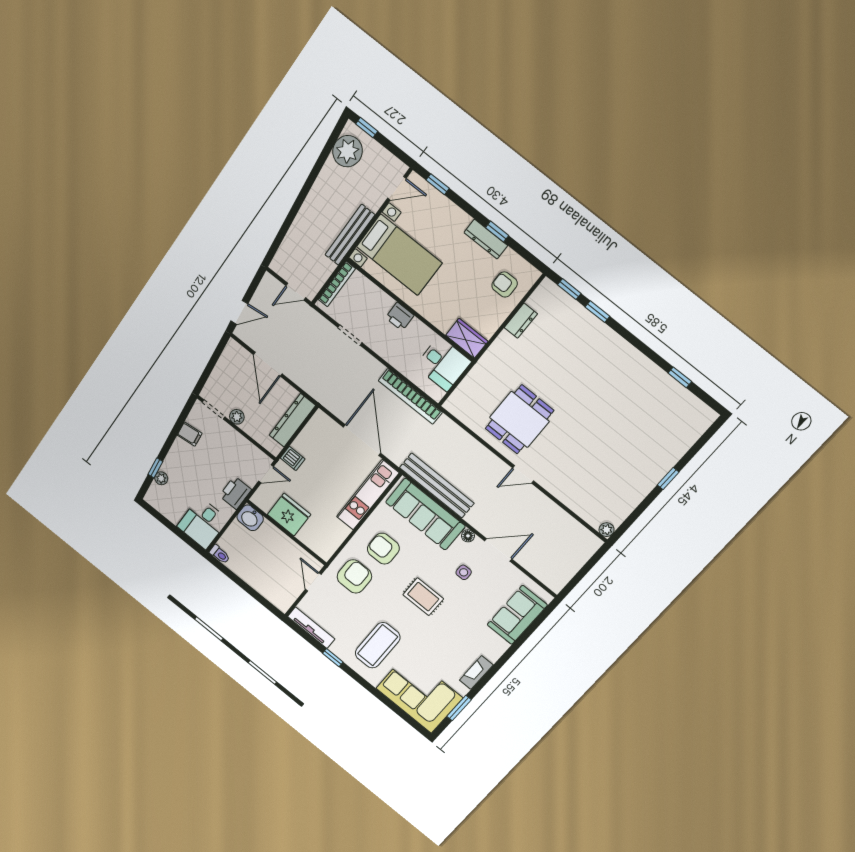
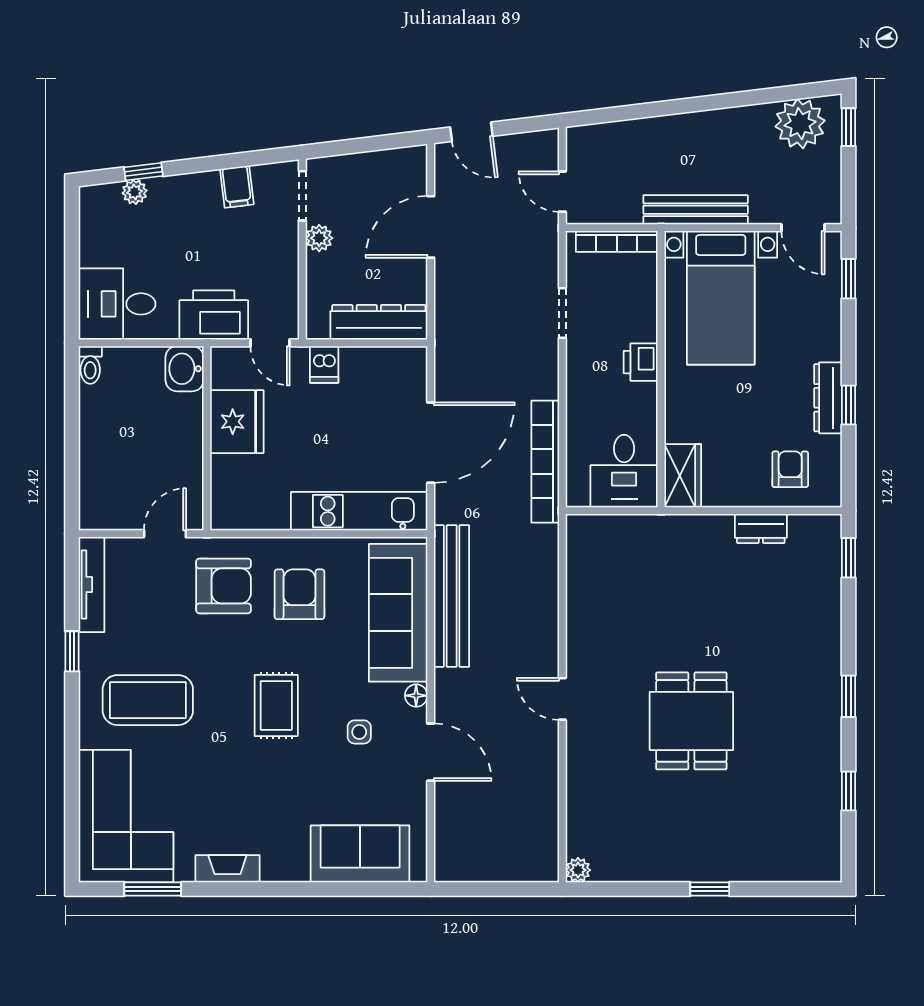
window: (597, 312) -> (849, 696), moved
dining table: (519, 419) -> (691, 721), moved, turned 90
printer: (235, 493) -> (214, 315), width x1.37, depth x1.19

